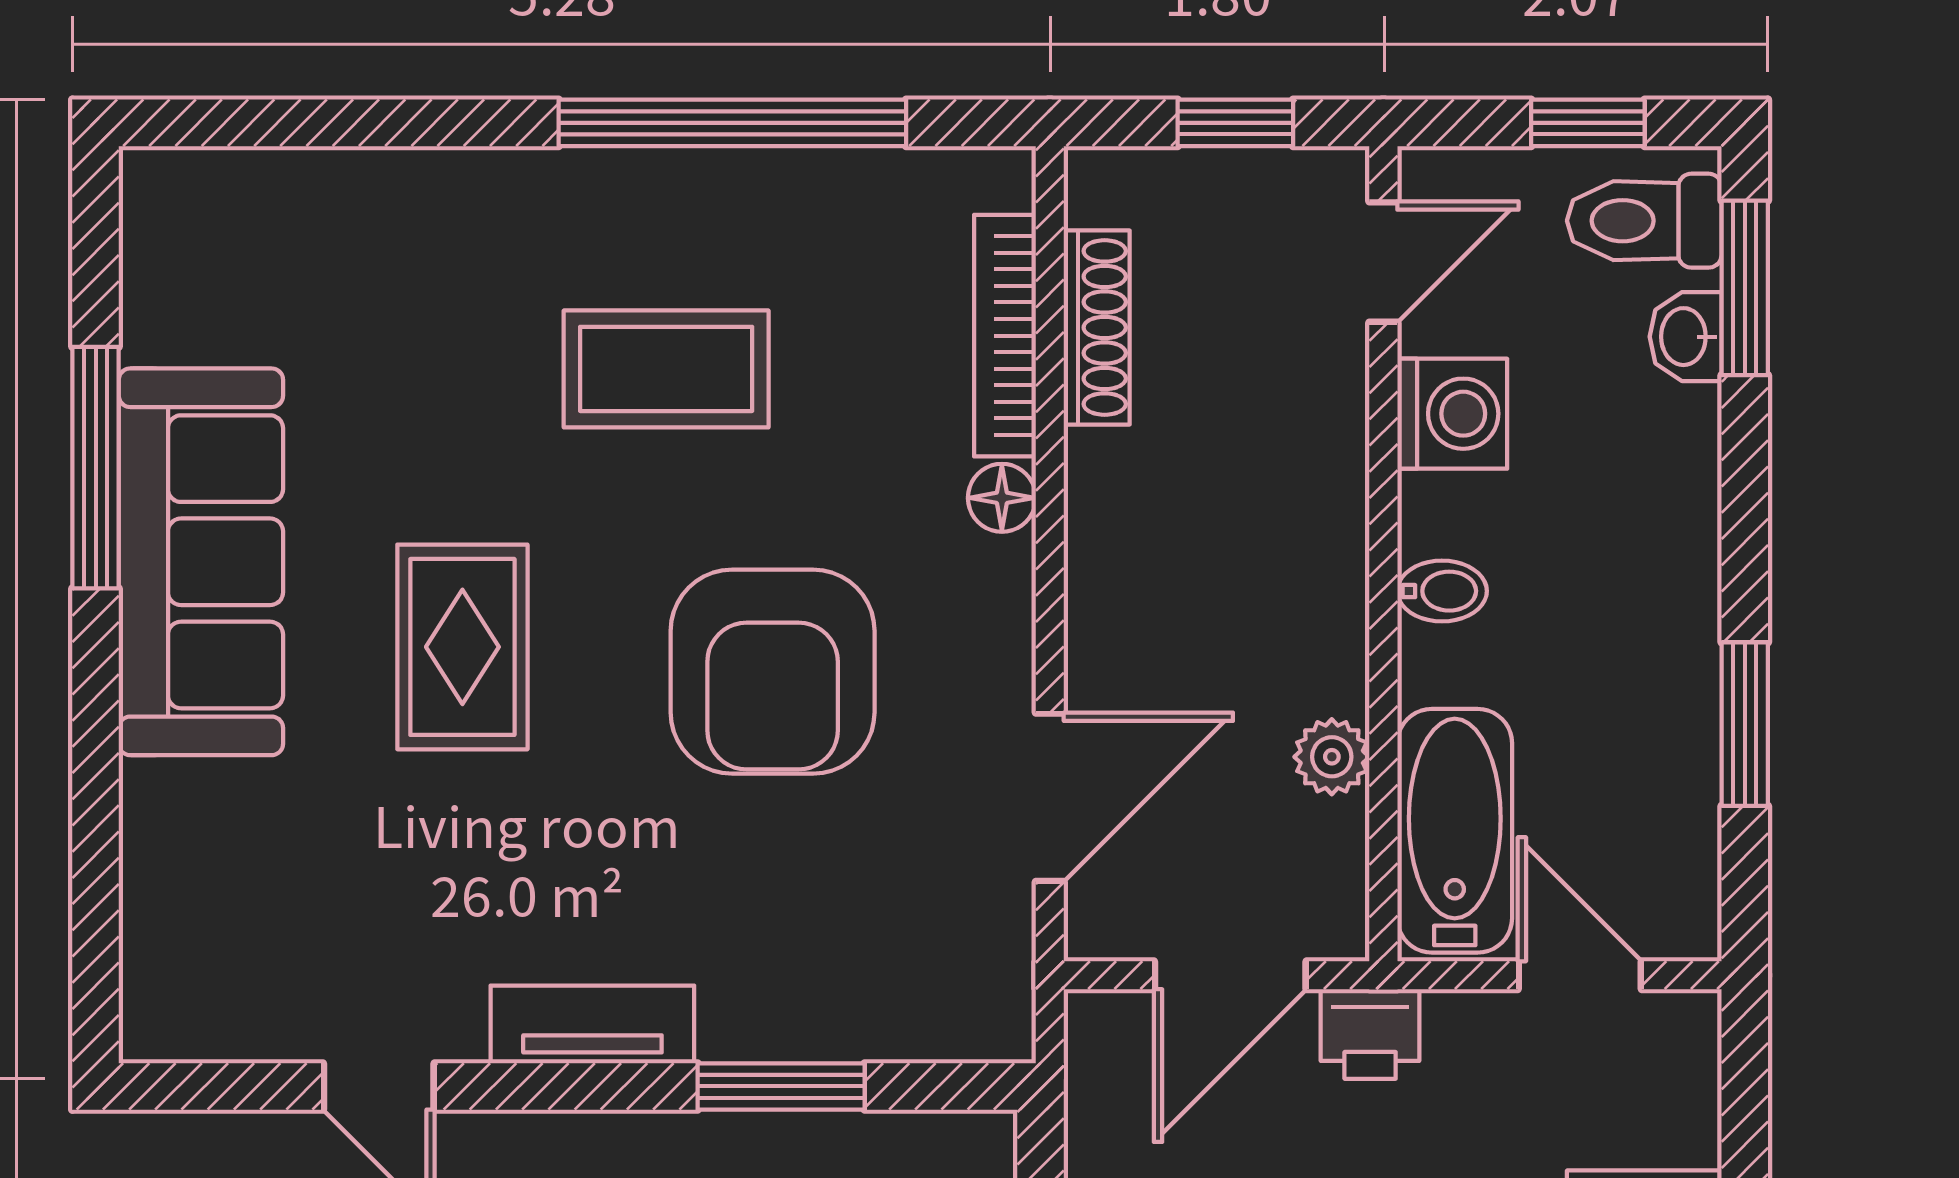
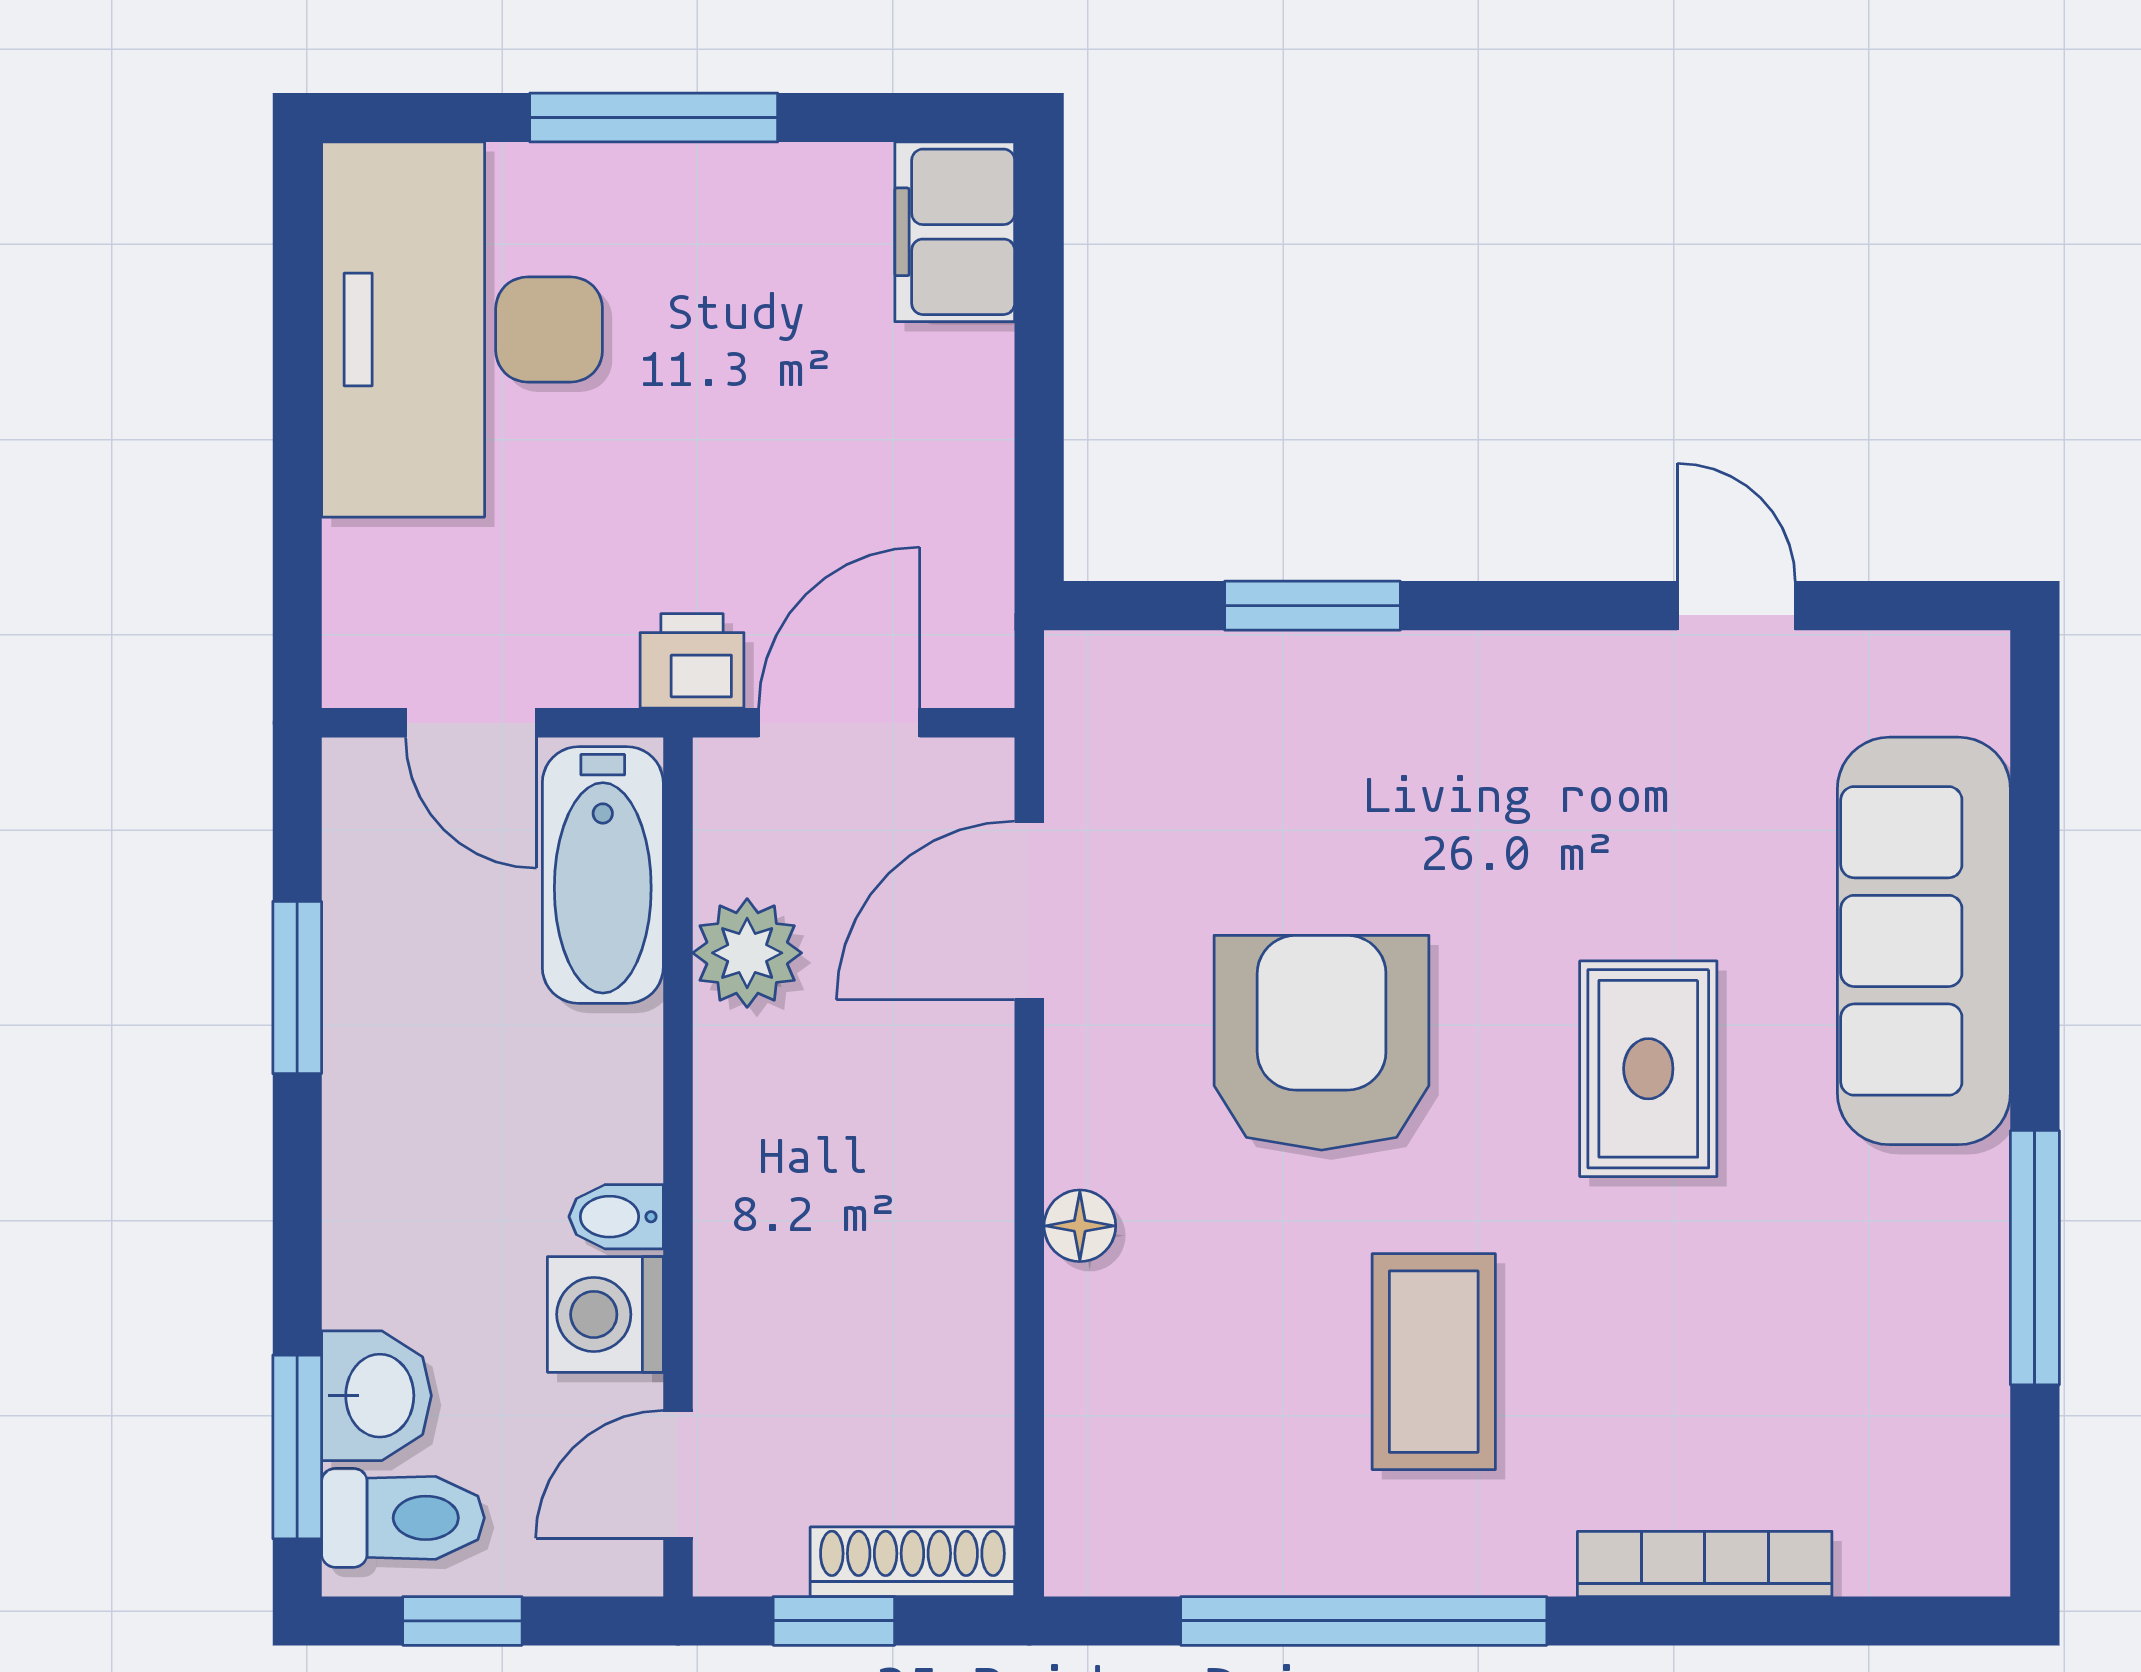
shoe rack: (1097, 328) -> (912, 1562), moved, turned 90
bookcase: (1005, 336) -> (1705, 1564), moved, turned -90
washbasin: (1686, 337) -> (376, 1396), width x1.38, depth x1.45
coffee table: (666, 369) -> (1434, 1362), turned 90
sofa: (201, 562) -> (1924, 941), moved
bidet: (1442, 591) -> (616, 1217), moved
plant: (1332, 757) -> (747, 953), width x1.38, depth x1.38
tv unit: (592, 1024) -> (1511, 671), removed

